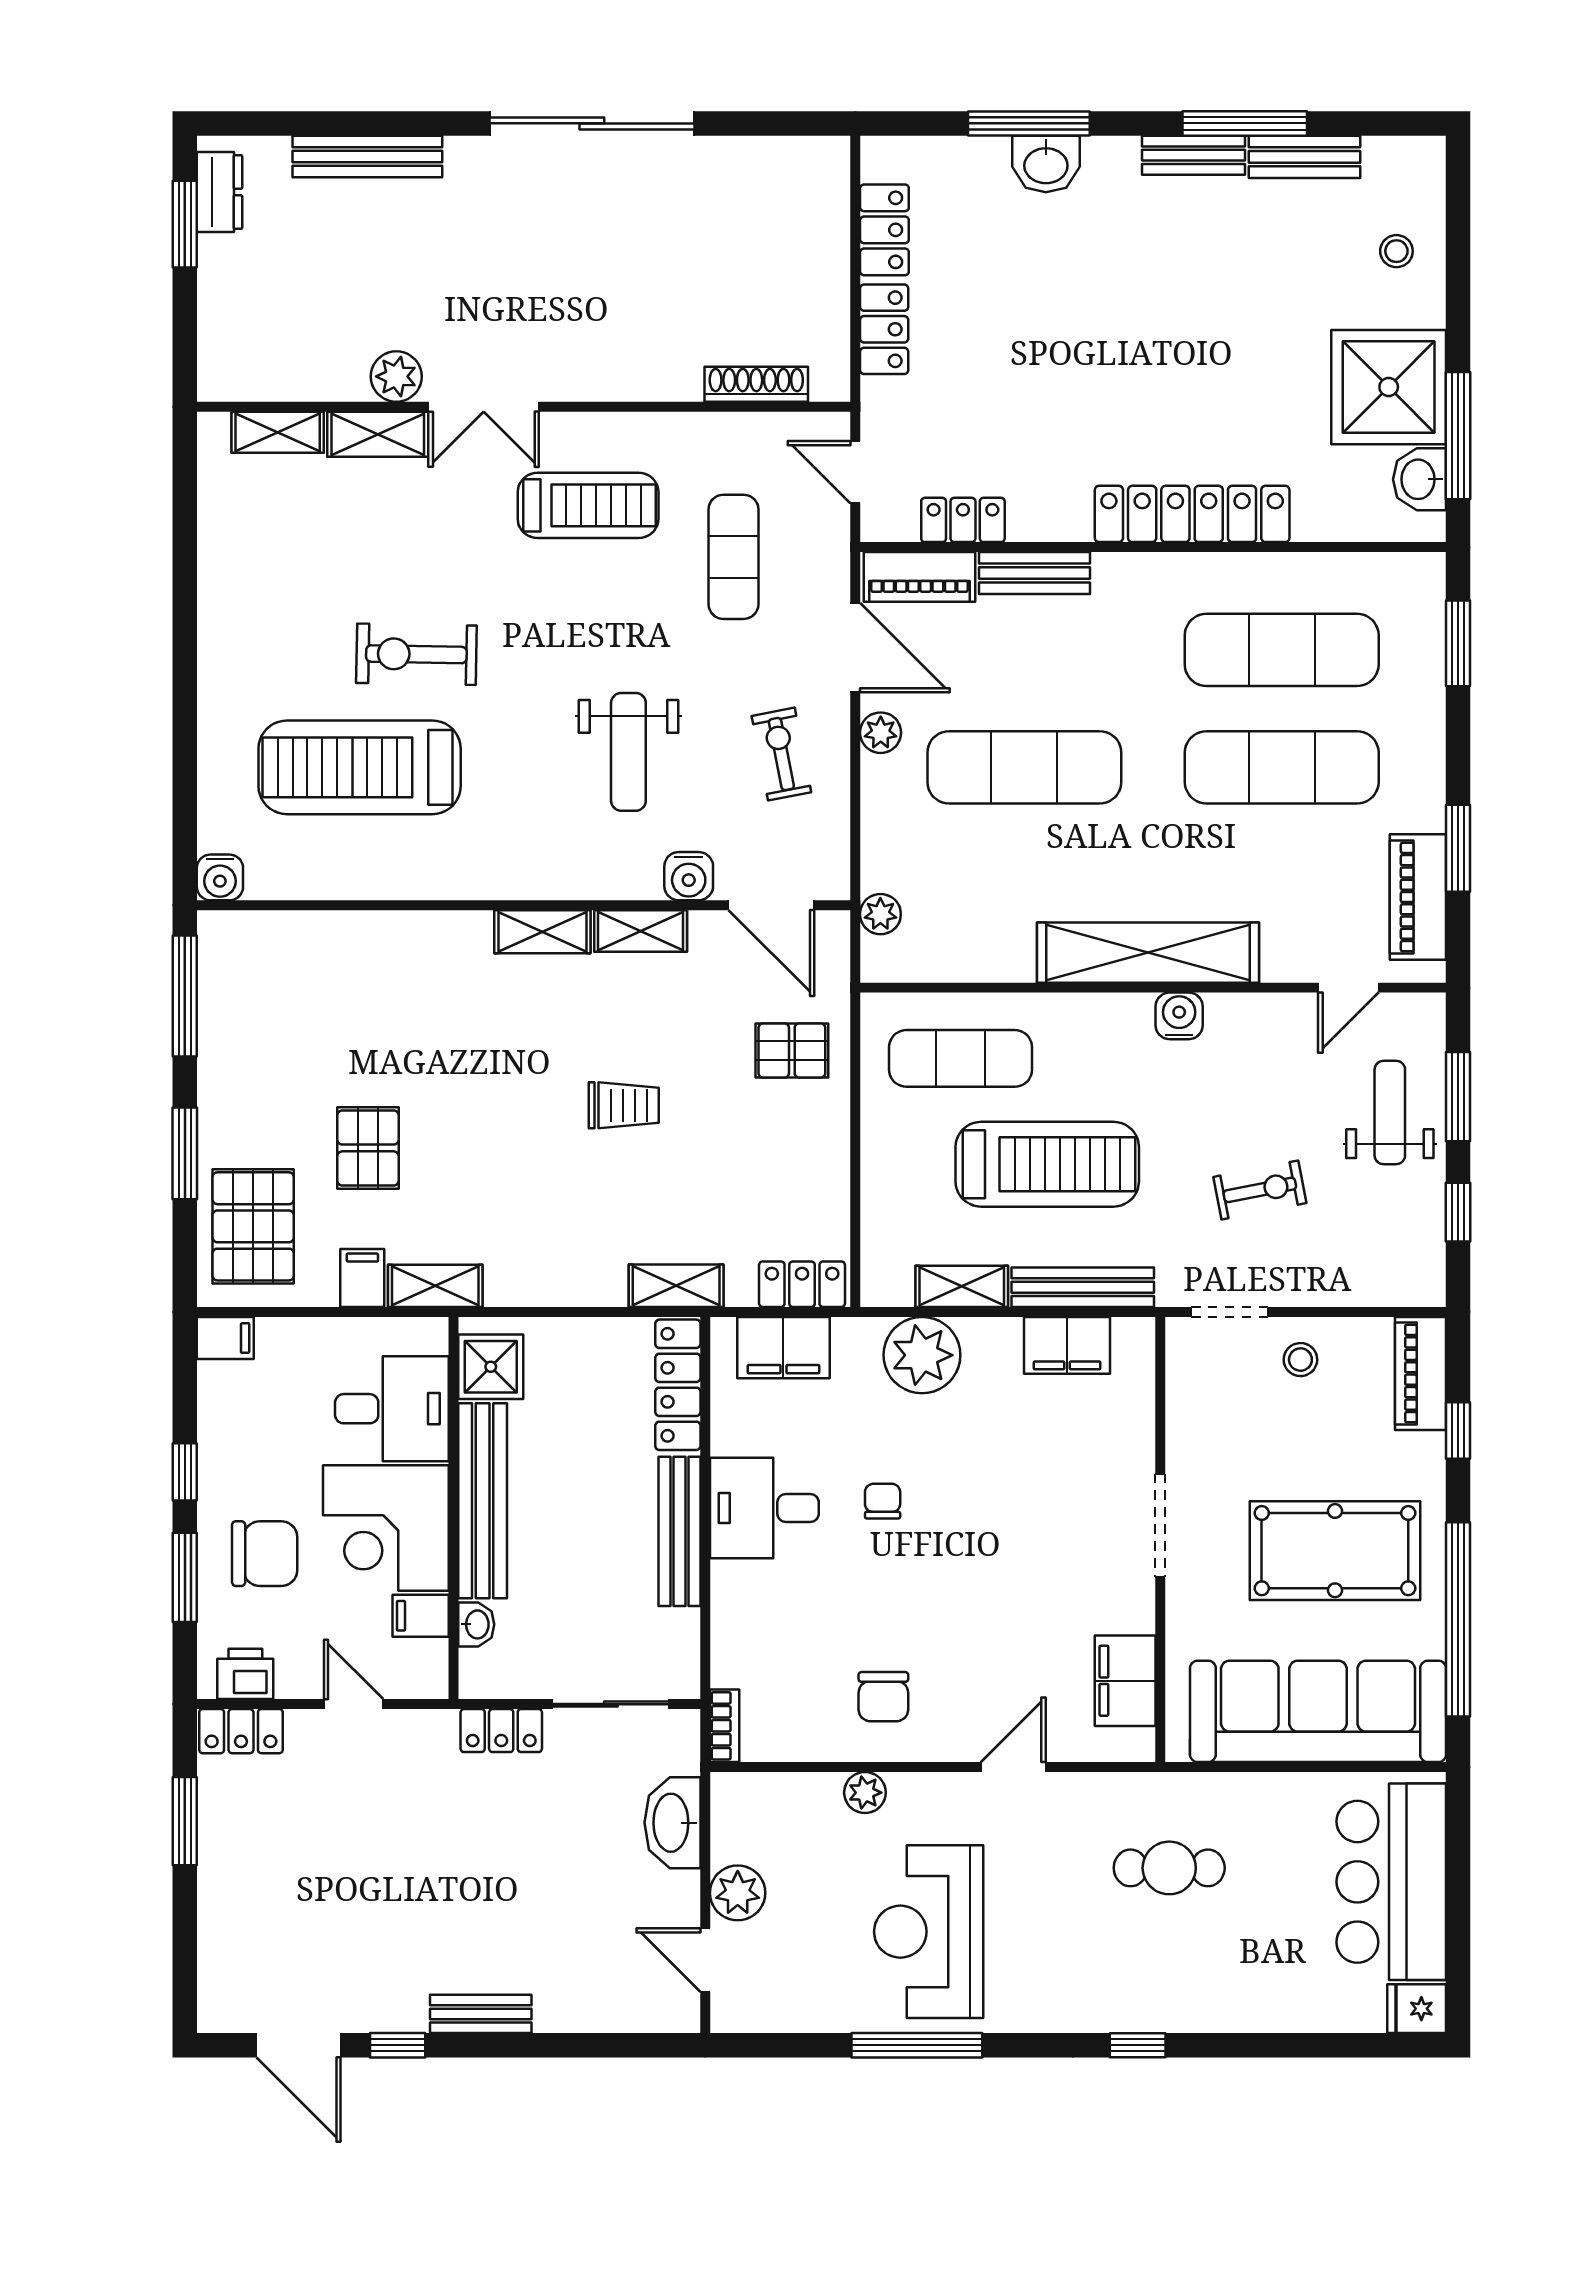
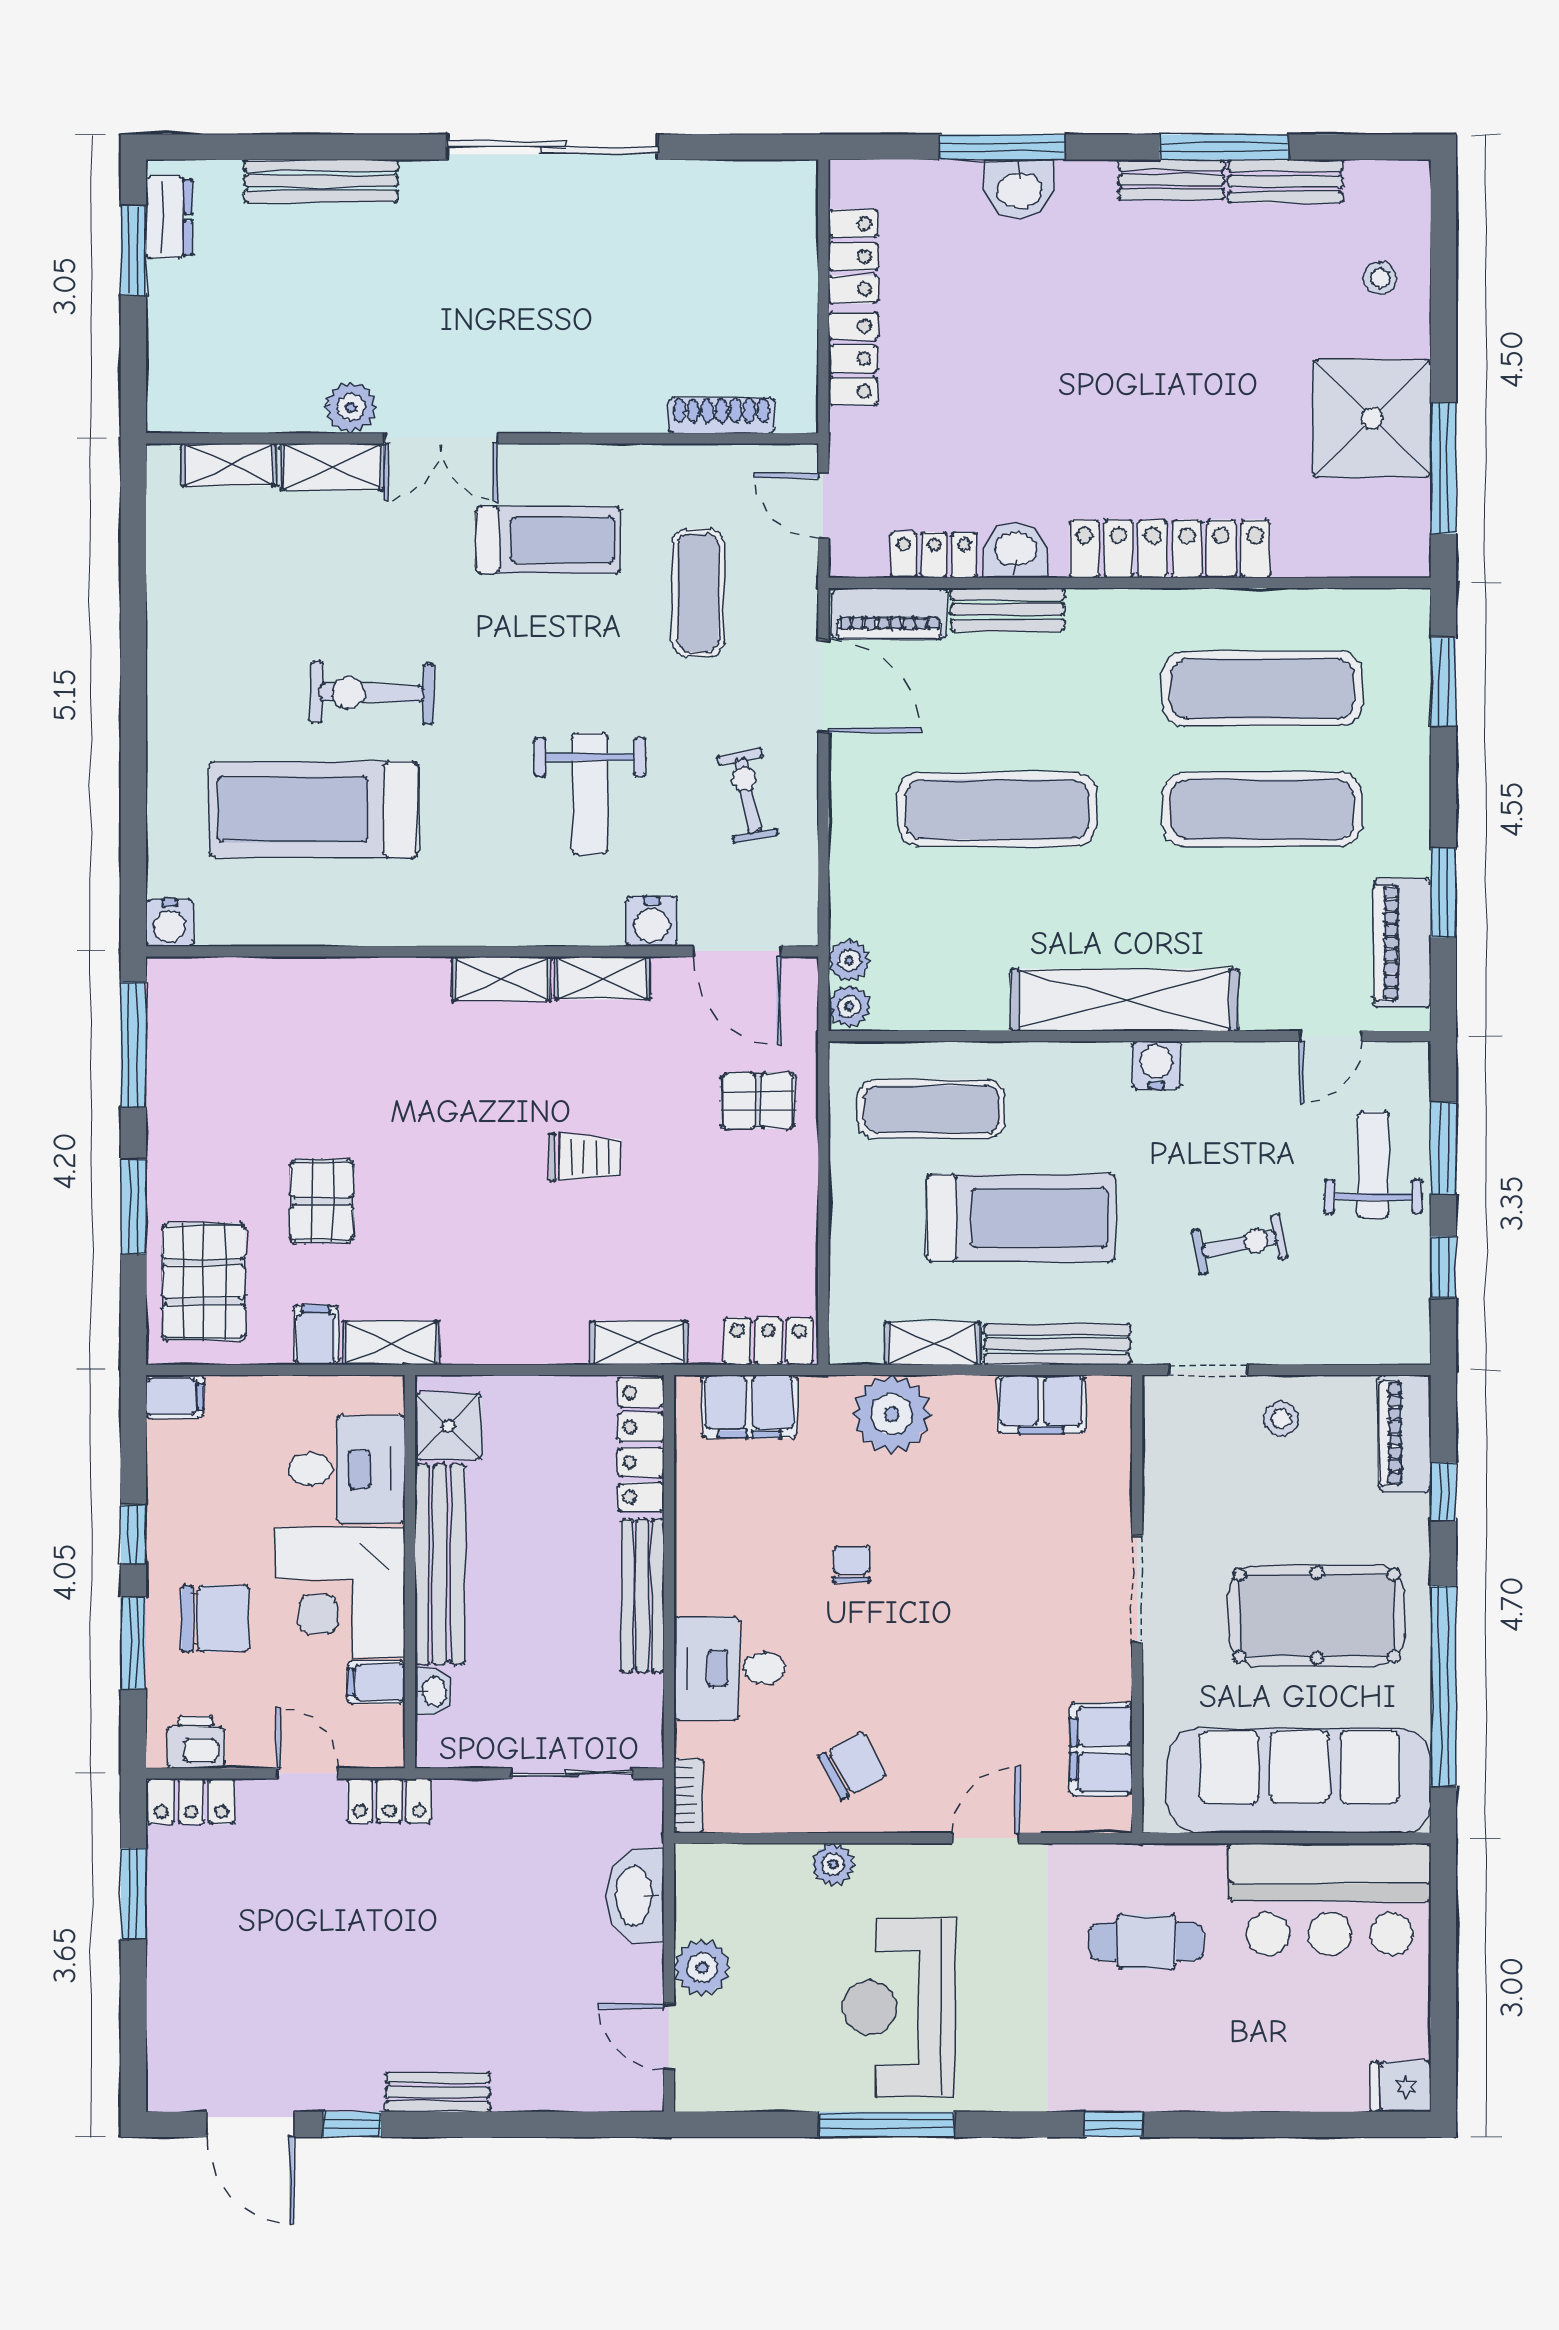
washbasin: (1420, 479) -> (1015, 551), moved, turned 90
plant: (881, 733) -> (849, 1006), moved
desk: (764, 1508) -> (730, 1668), moved
chair: (883, 1697) -> (852, 1766), turned -119
locker: (501, 1731) -> (389, 1801), moved
bar counter: (1391, 1882) -> (1330, 1899), moved, turned -90

